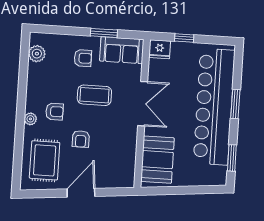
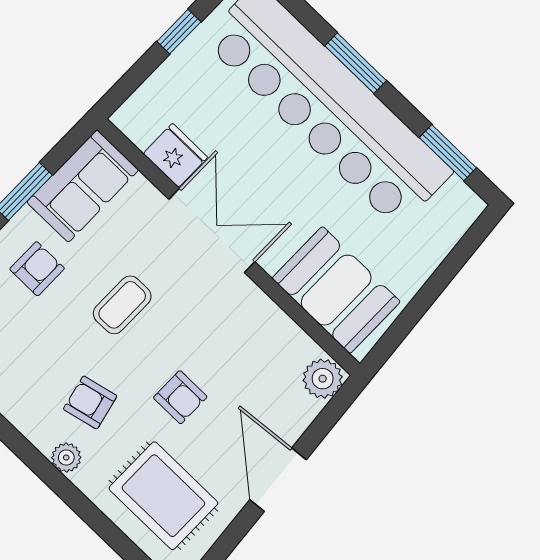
window: (184, 38) -> (179, 32), moved
fridge: (160, 49) -> (175, 155), moved, turned -90
coffee table: (94, 95) -> (122, 305), width x0.73, depth x0.77
armchair: (54, 112) -> (90, 403), turned -103
plant: (125, 179) -> (323, 379), added

